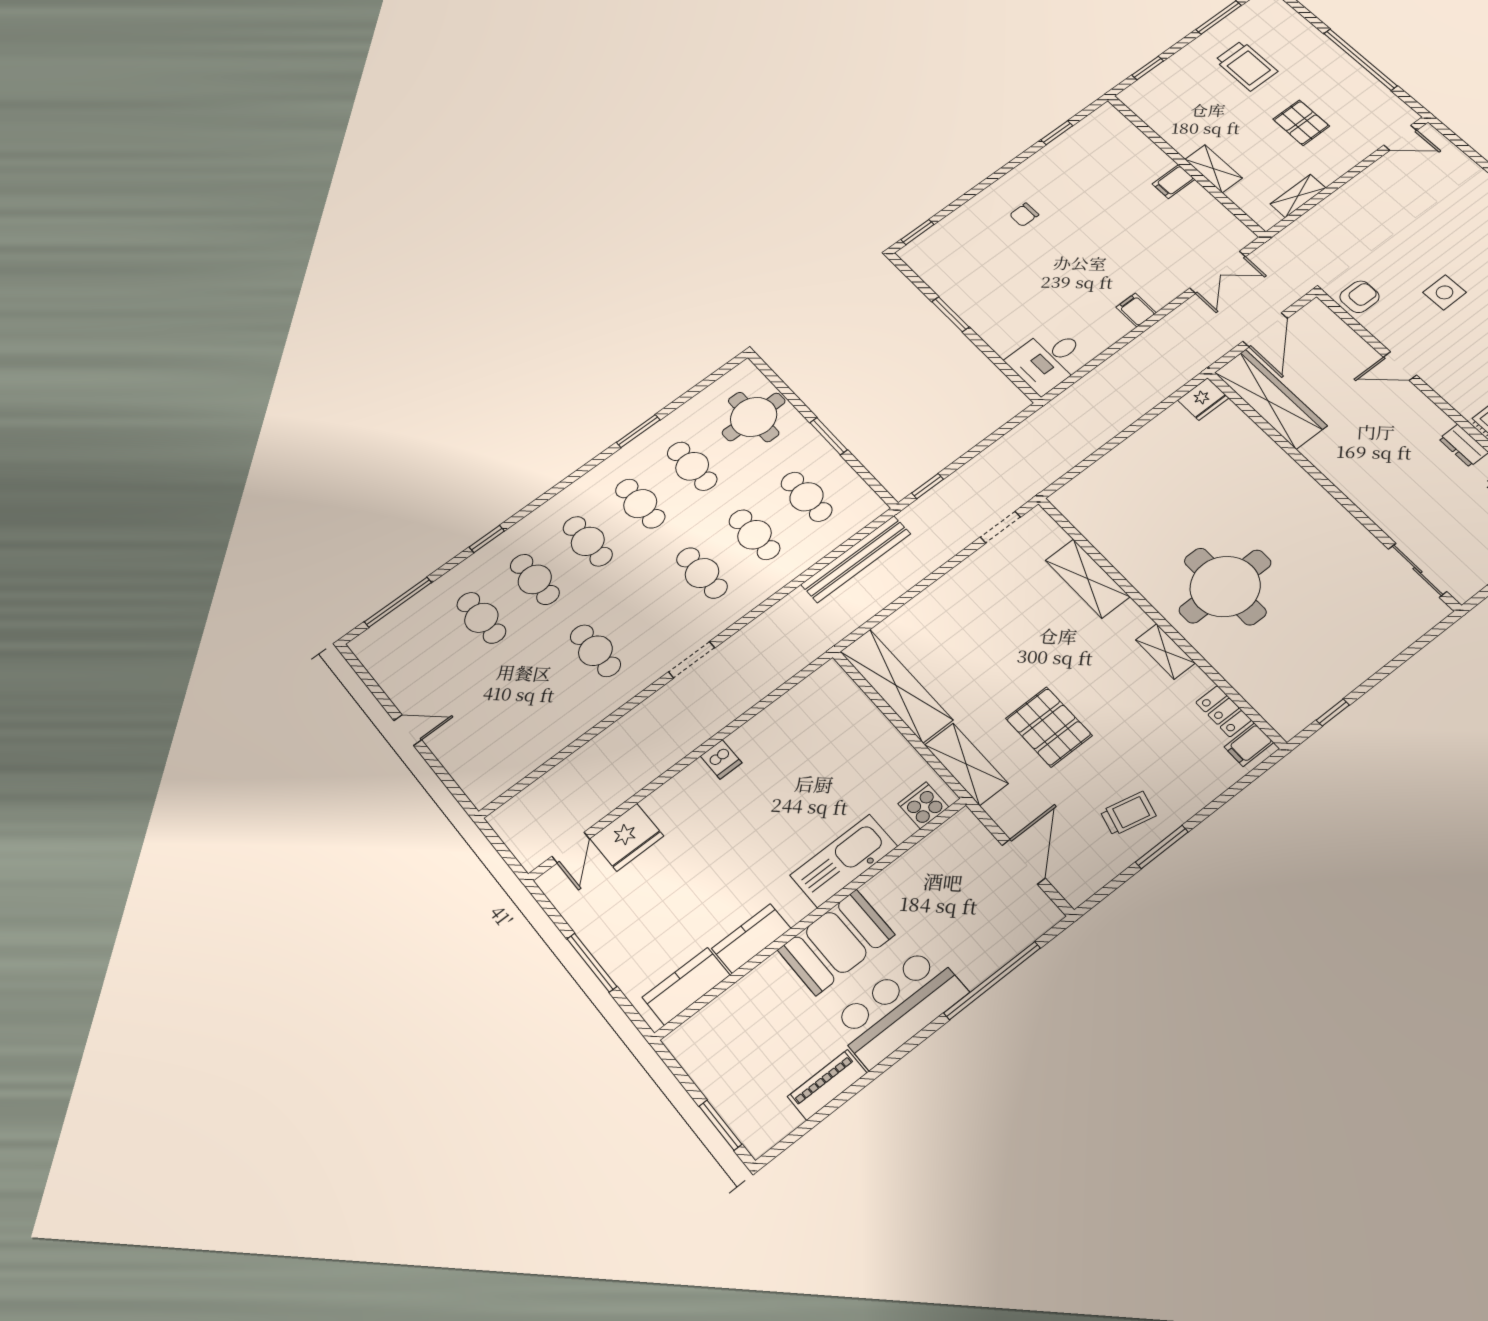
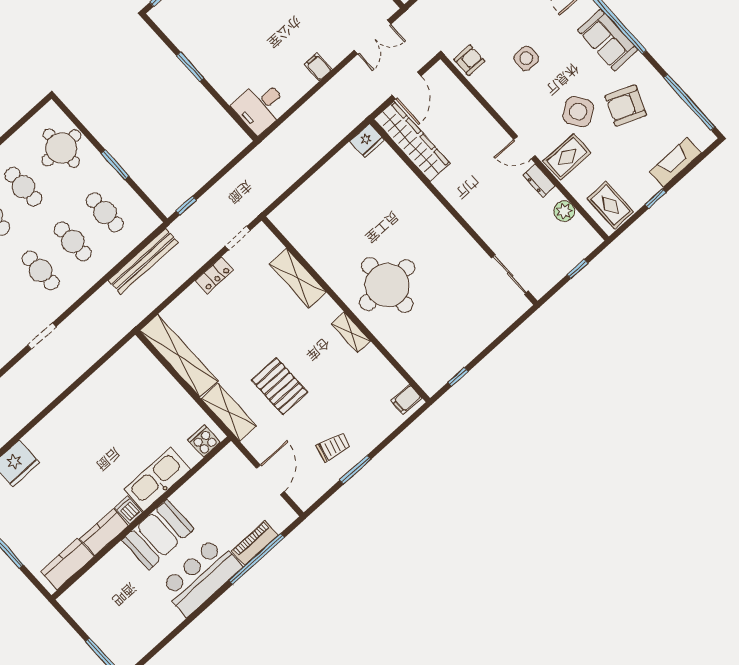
door: (1400, 366) -> (524, 148), moved
locker: (1224, 711) -> (214, 275), moved, turned -90
dishwasher: (721, 759) -> (129, 510), moved, turned 180
piano: (827, 1085) -> (255, 543), moved

